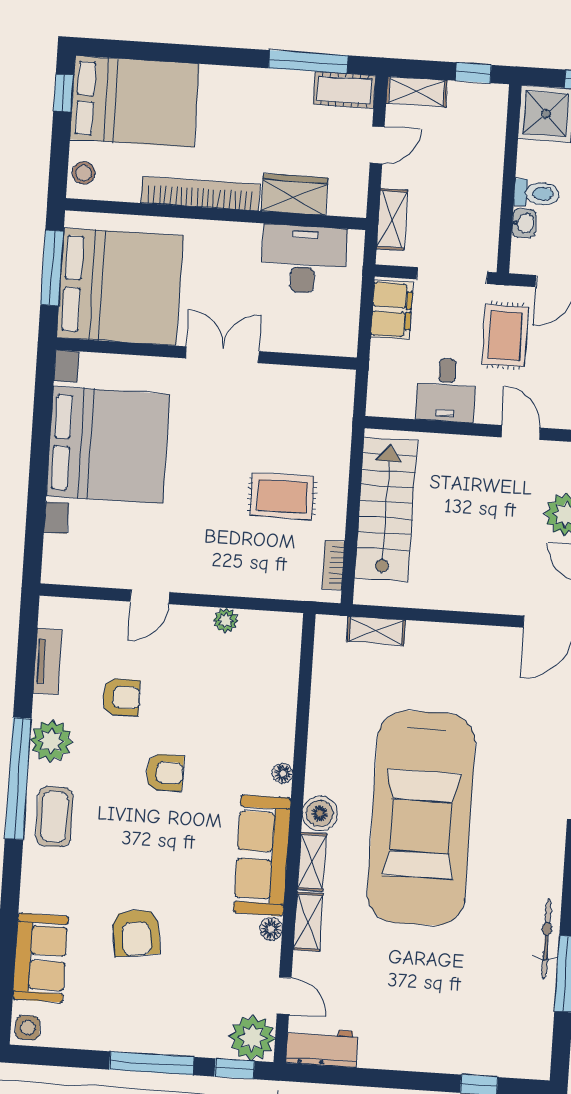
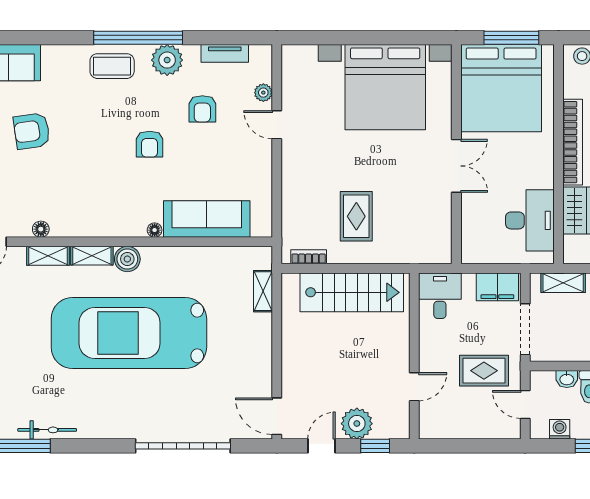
desk: (446, 390) -> (440, 296), moved, turned 90
plant: (226, 620) -> (263, 93), moved
sofa: (262, 855) -> (207, 219), moved

